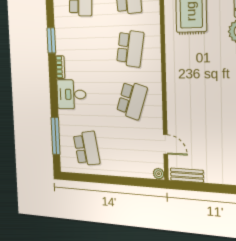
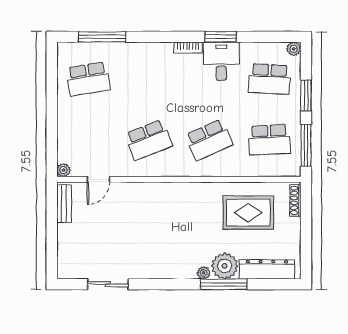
school desk: (130, 48) -> (209, 140), turned -33
desk: (71, 94) -> (221, 61), moved
school desk: (132, 100) -> (149, 140), turned -39

